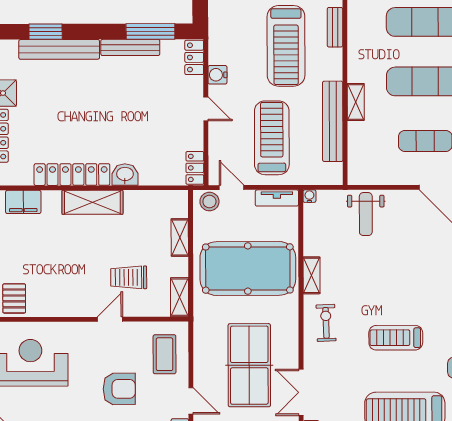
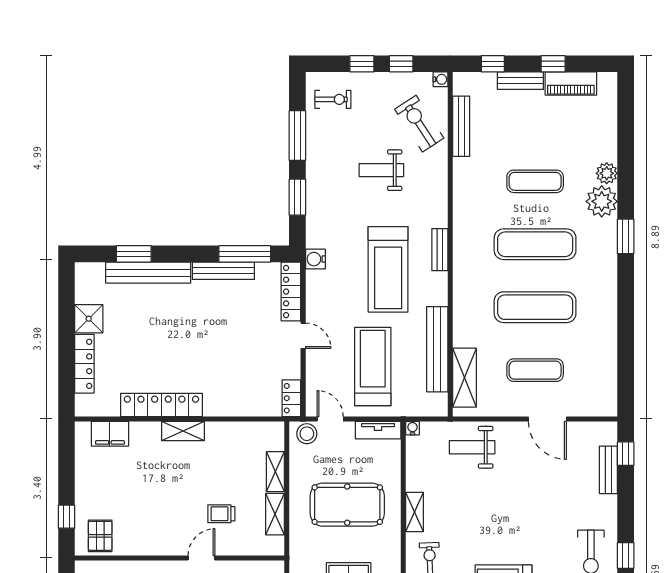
locker: (194, 57) -> (291, 292), width x1.53
water cooler: (217, 75) -> (315, 259), moved
shelving: (356, 102) -> (465, 378), moved, width x1.50, depth x1.33
washbasin: (125, 175) -> (218, 405), removed
shelving: (92, 202) -> (183, 431), width x0.67, depth x0.75
weight bench: (366, 214) -> (472, 447), turned 90
pool table: (248, 269) -> (347, 505), width x0.73, depth x0.76
trolley: (129, 277) -> (221, 514), width x0.73, depth x0.72
shelving: (180, 297) -> (275, 514), moved

